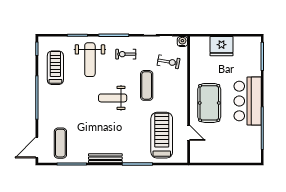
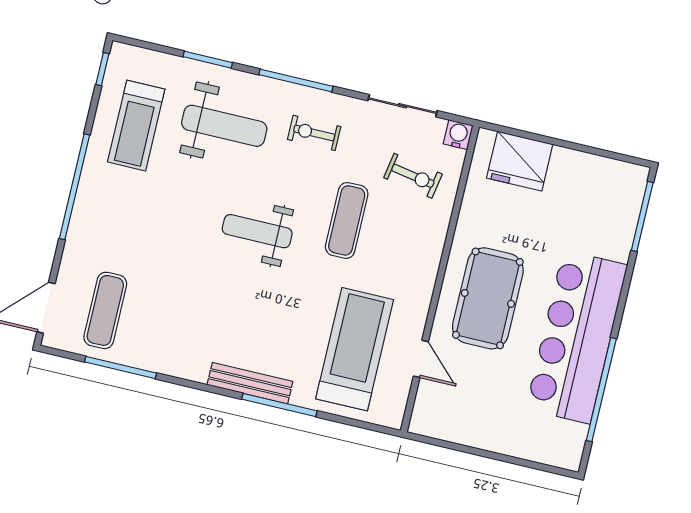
fridge: (221, 46) -> (520, 161), moved
weight bench: (90, 60) -> (224, 126), turned -90
treadmill: (55, 68) -> (136, 126), turned 180
bar counter: (248, 101) -> (577, 337), width x1.36
bench: (105, 158) -> (250, 383), moved

